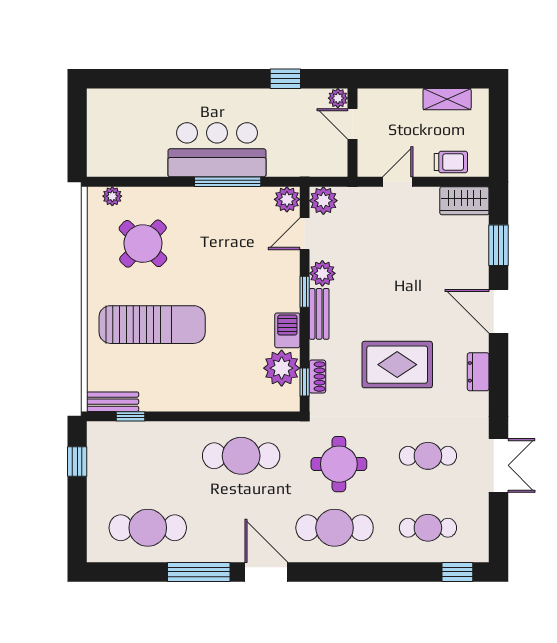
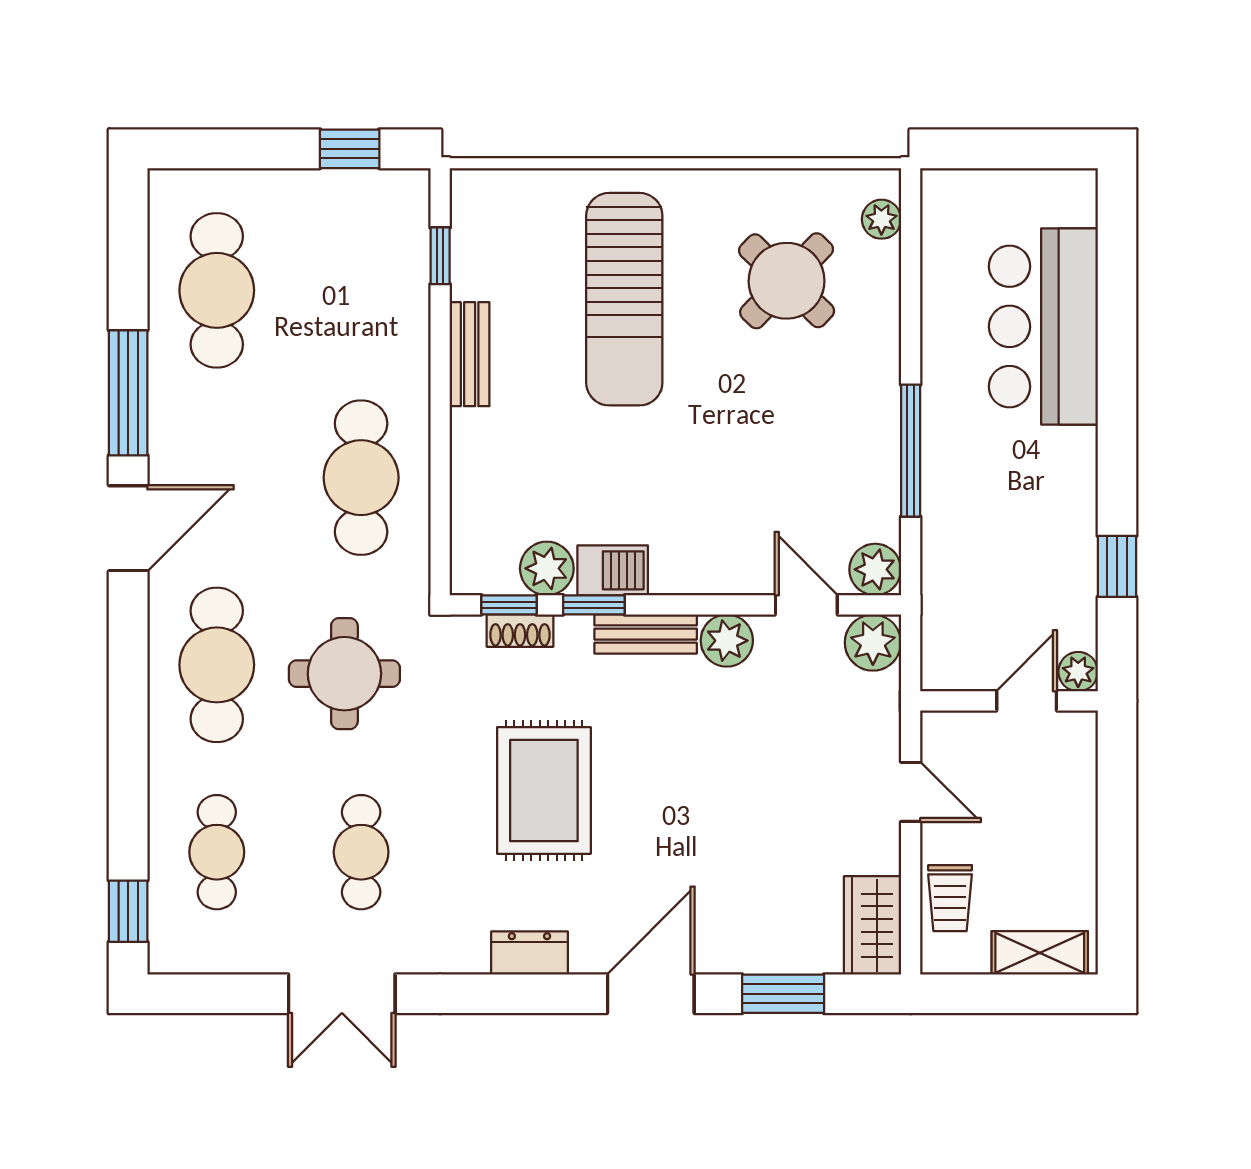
shelving: (447, 99) -> (1040, 953), moved, turned 90
bar counter: (217, 150) -> (1043, 326), moved, turned 180
window: (305, 292) -> (594, 605), moved
plant: (282, 368) -> (547, 568), width x0.73, depth x0.73
bench: (113, 402) -> (470, 354), moved

